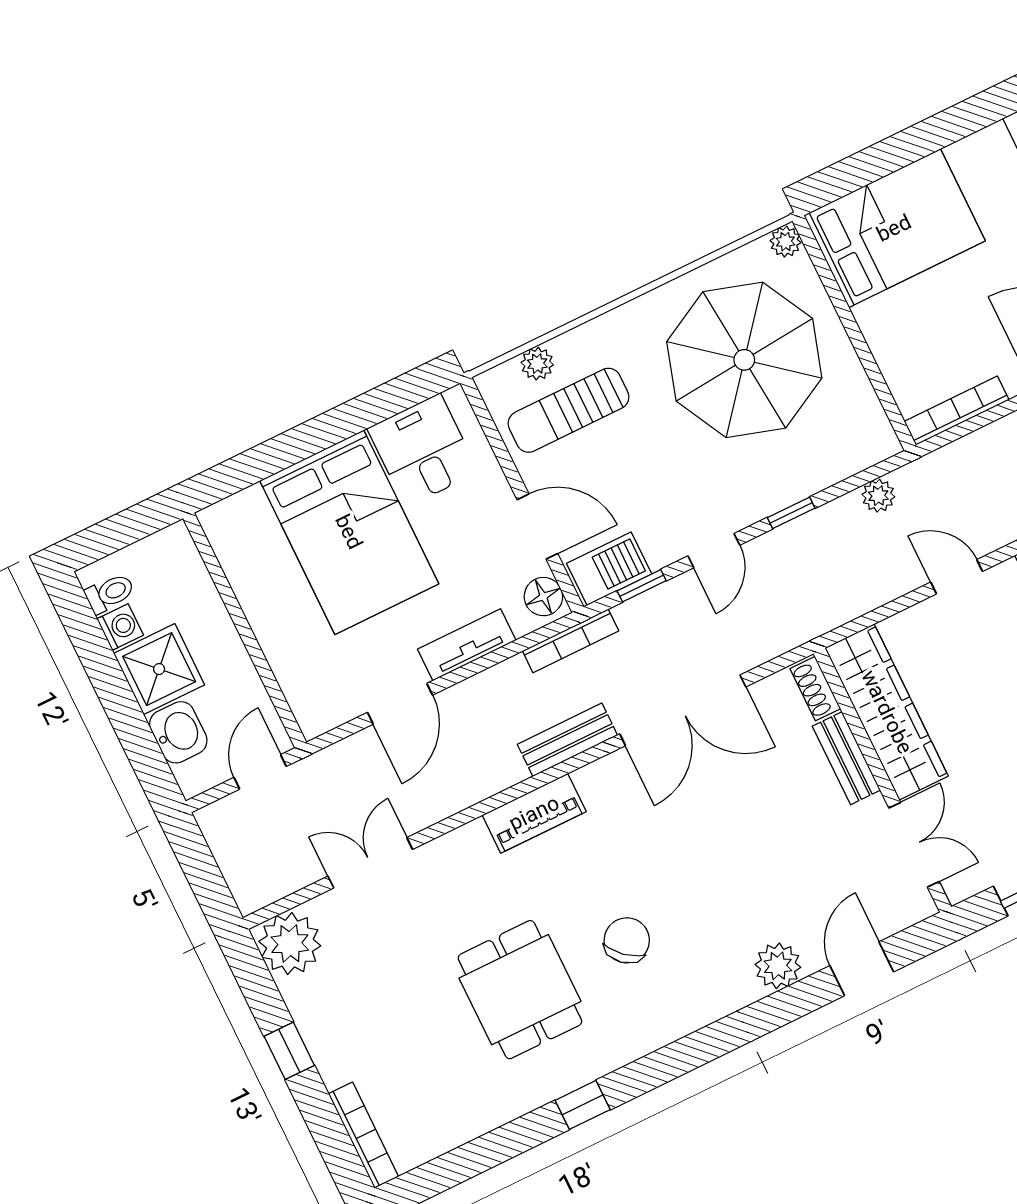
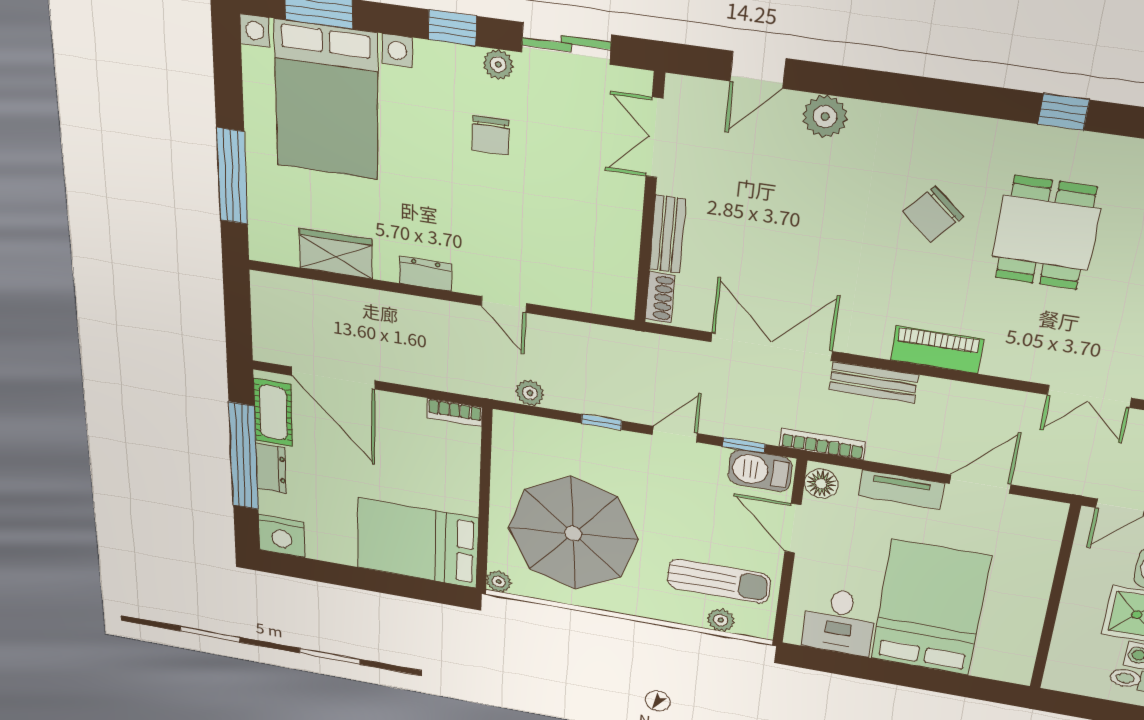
bookcase: (957, 411) -> (455, 412), width x0.64
wardrobe: (887, 712) -> (615, 247), removed

